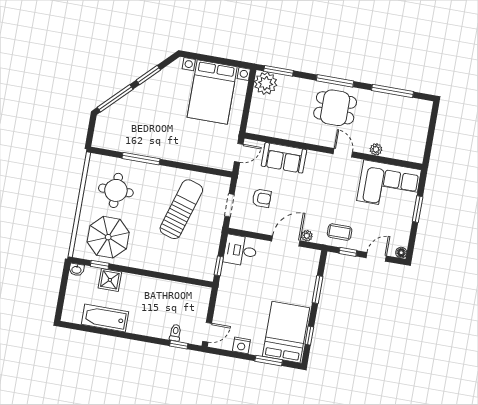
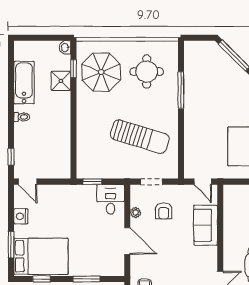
plant: (307, 236) -> (136, 212), moved
toilet: (175, 333) -> (22, 117), moved

